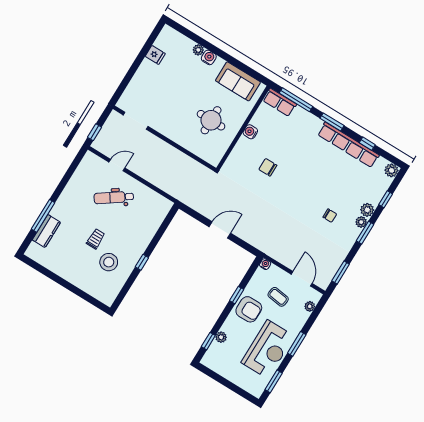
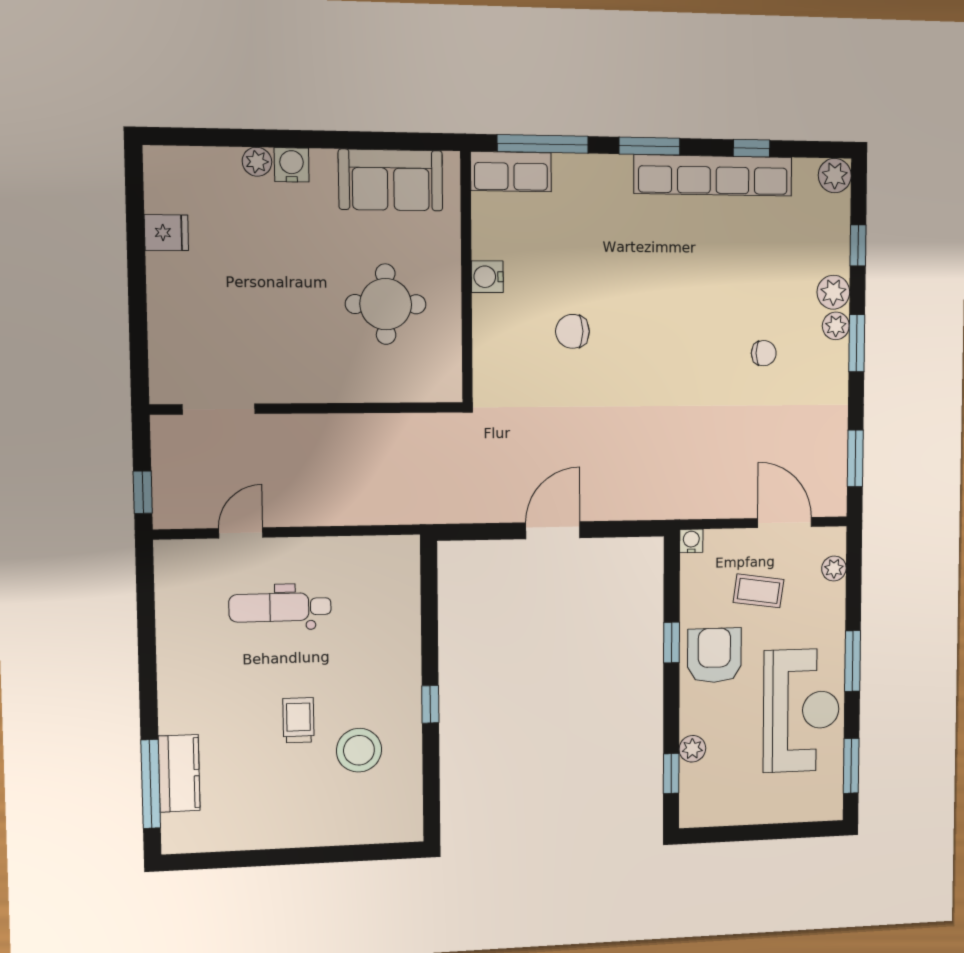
dental chair: (114, 198) -> (280, 607), turned 35
window: (43, 216) -> (151, 784), moved
armchair: (249, 309) -> (714, 655), turned -90

